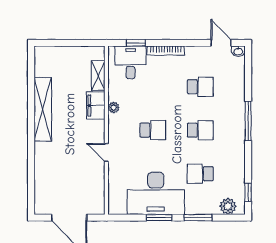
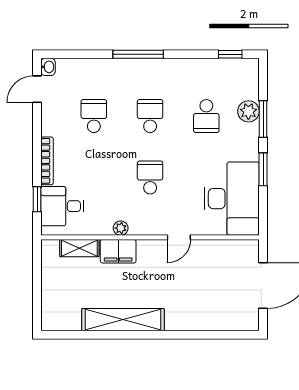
desk: (156, 193) -> (232, 199), moved
plant: (228, 206) -> (248, 111), moved

